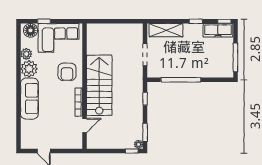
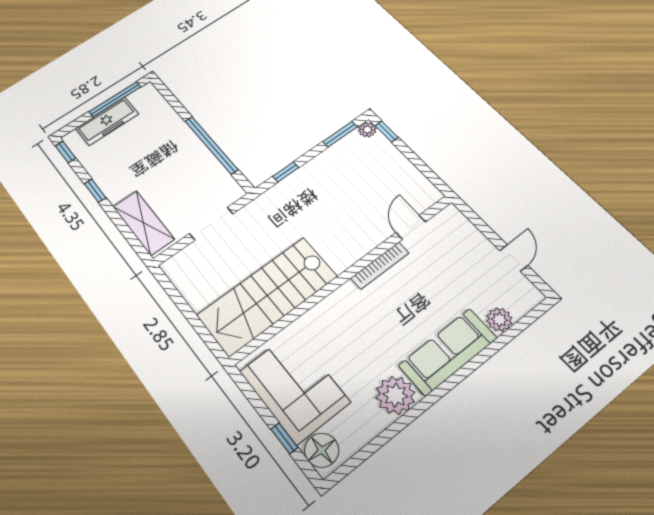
freezer: (218, 30) -> (107, 121), moved, turned 90
plant: (26, 54) -> (499, 320), moved
armchair: (67, 72) -> (344, 324), removed
stairs: (99, 85) -> (267, 296), moved
door: (84, 126) -> (411, 227), hinge flipped

